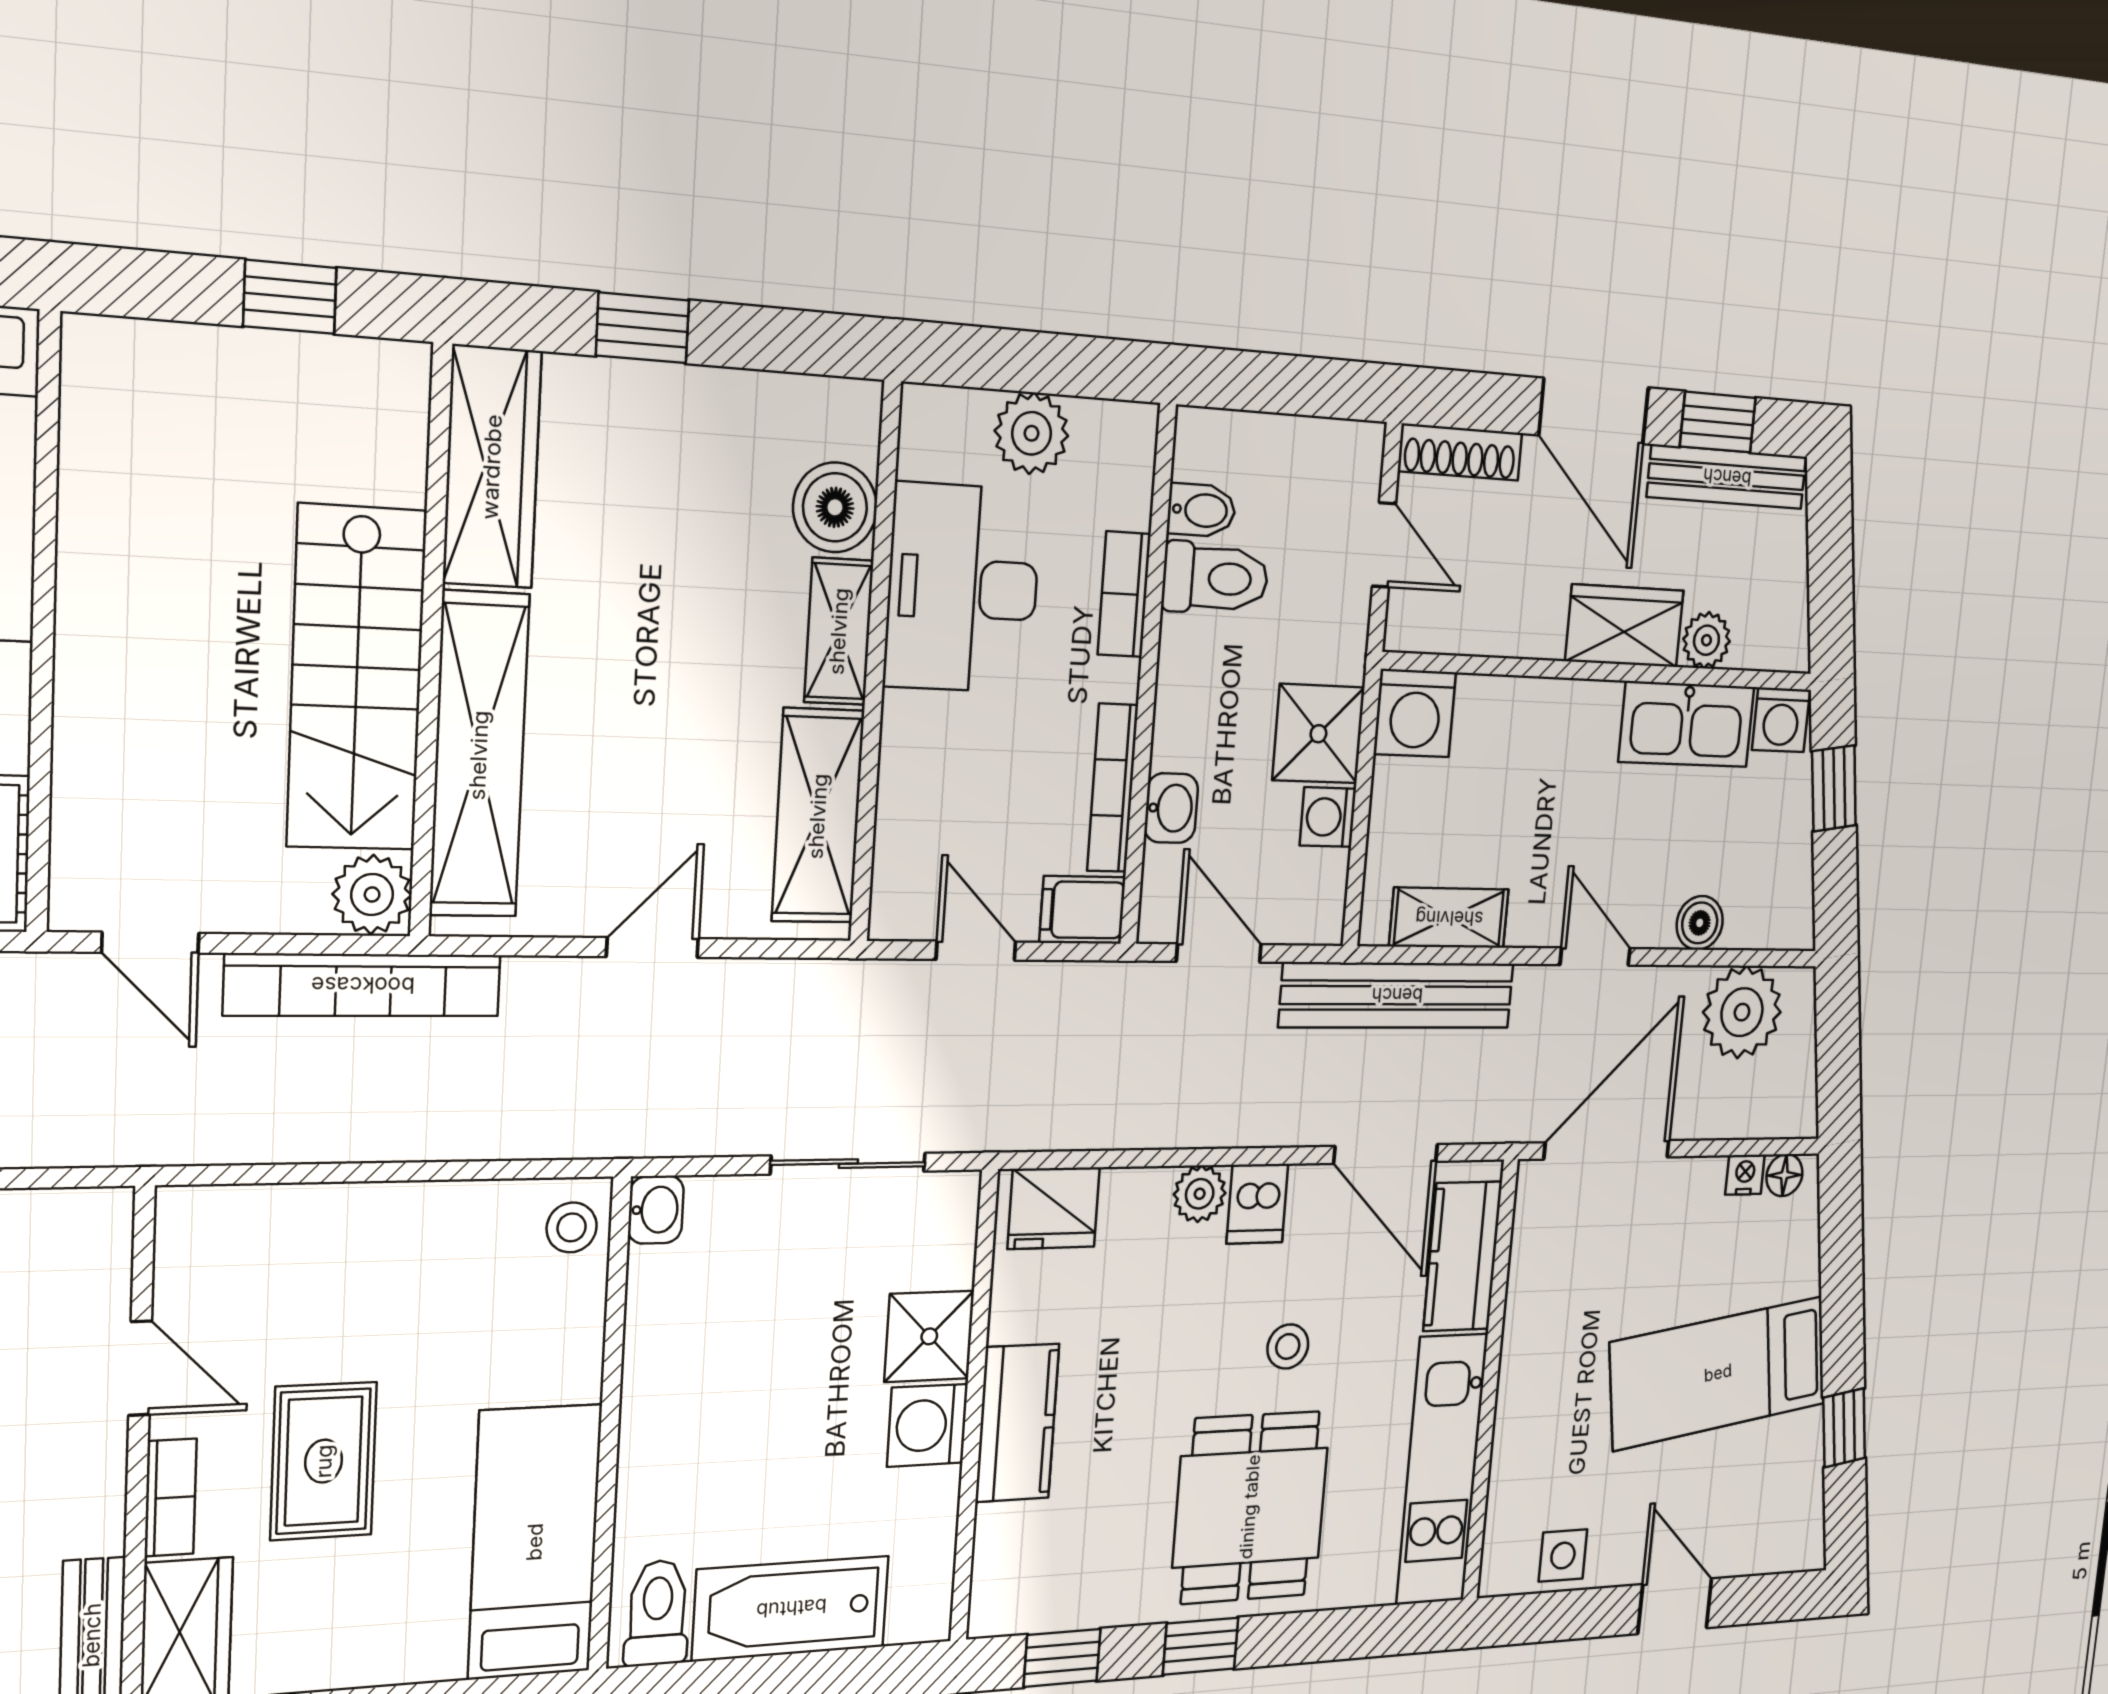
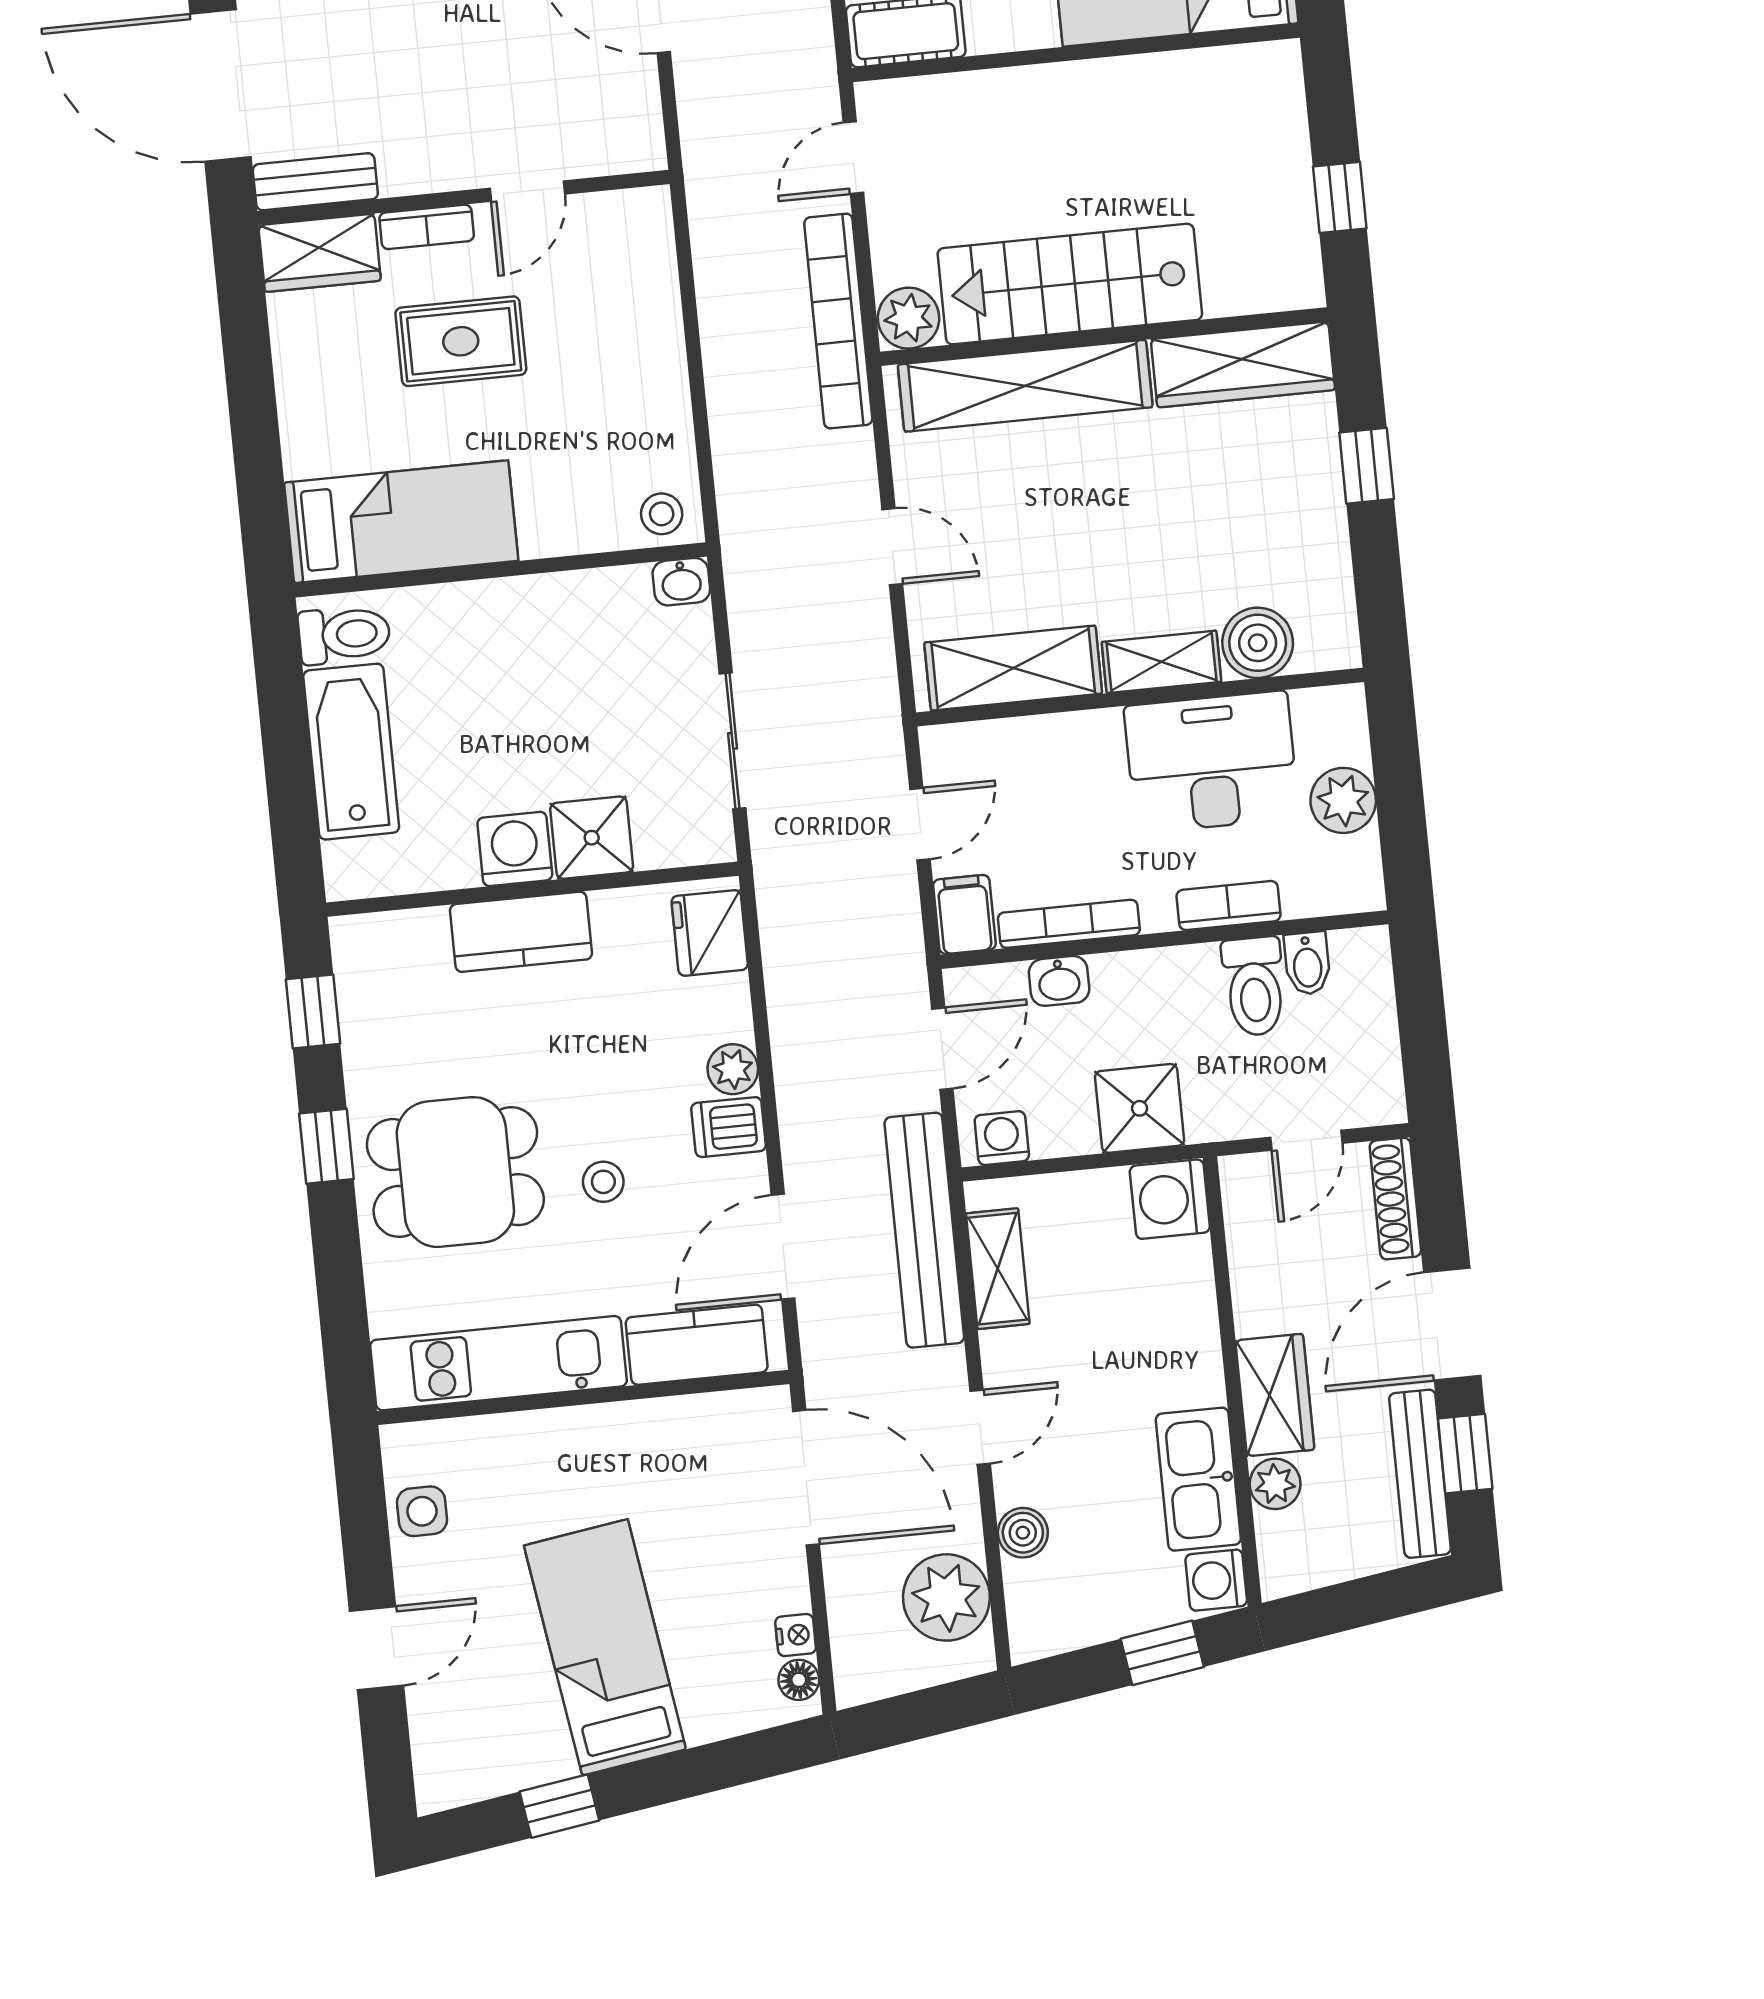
washing machine: (1328, 817) -> (1002, 1138), moved

